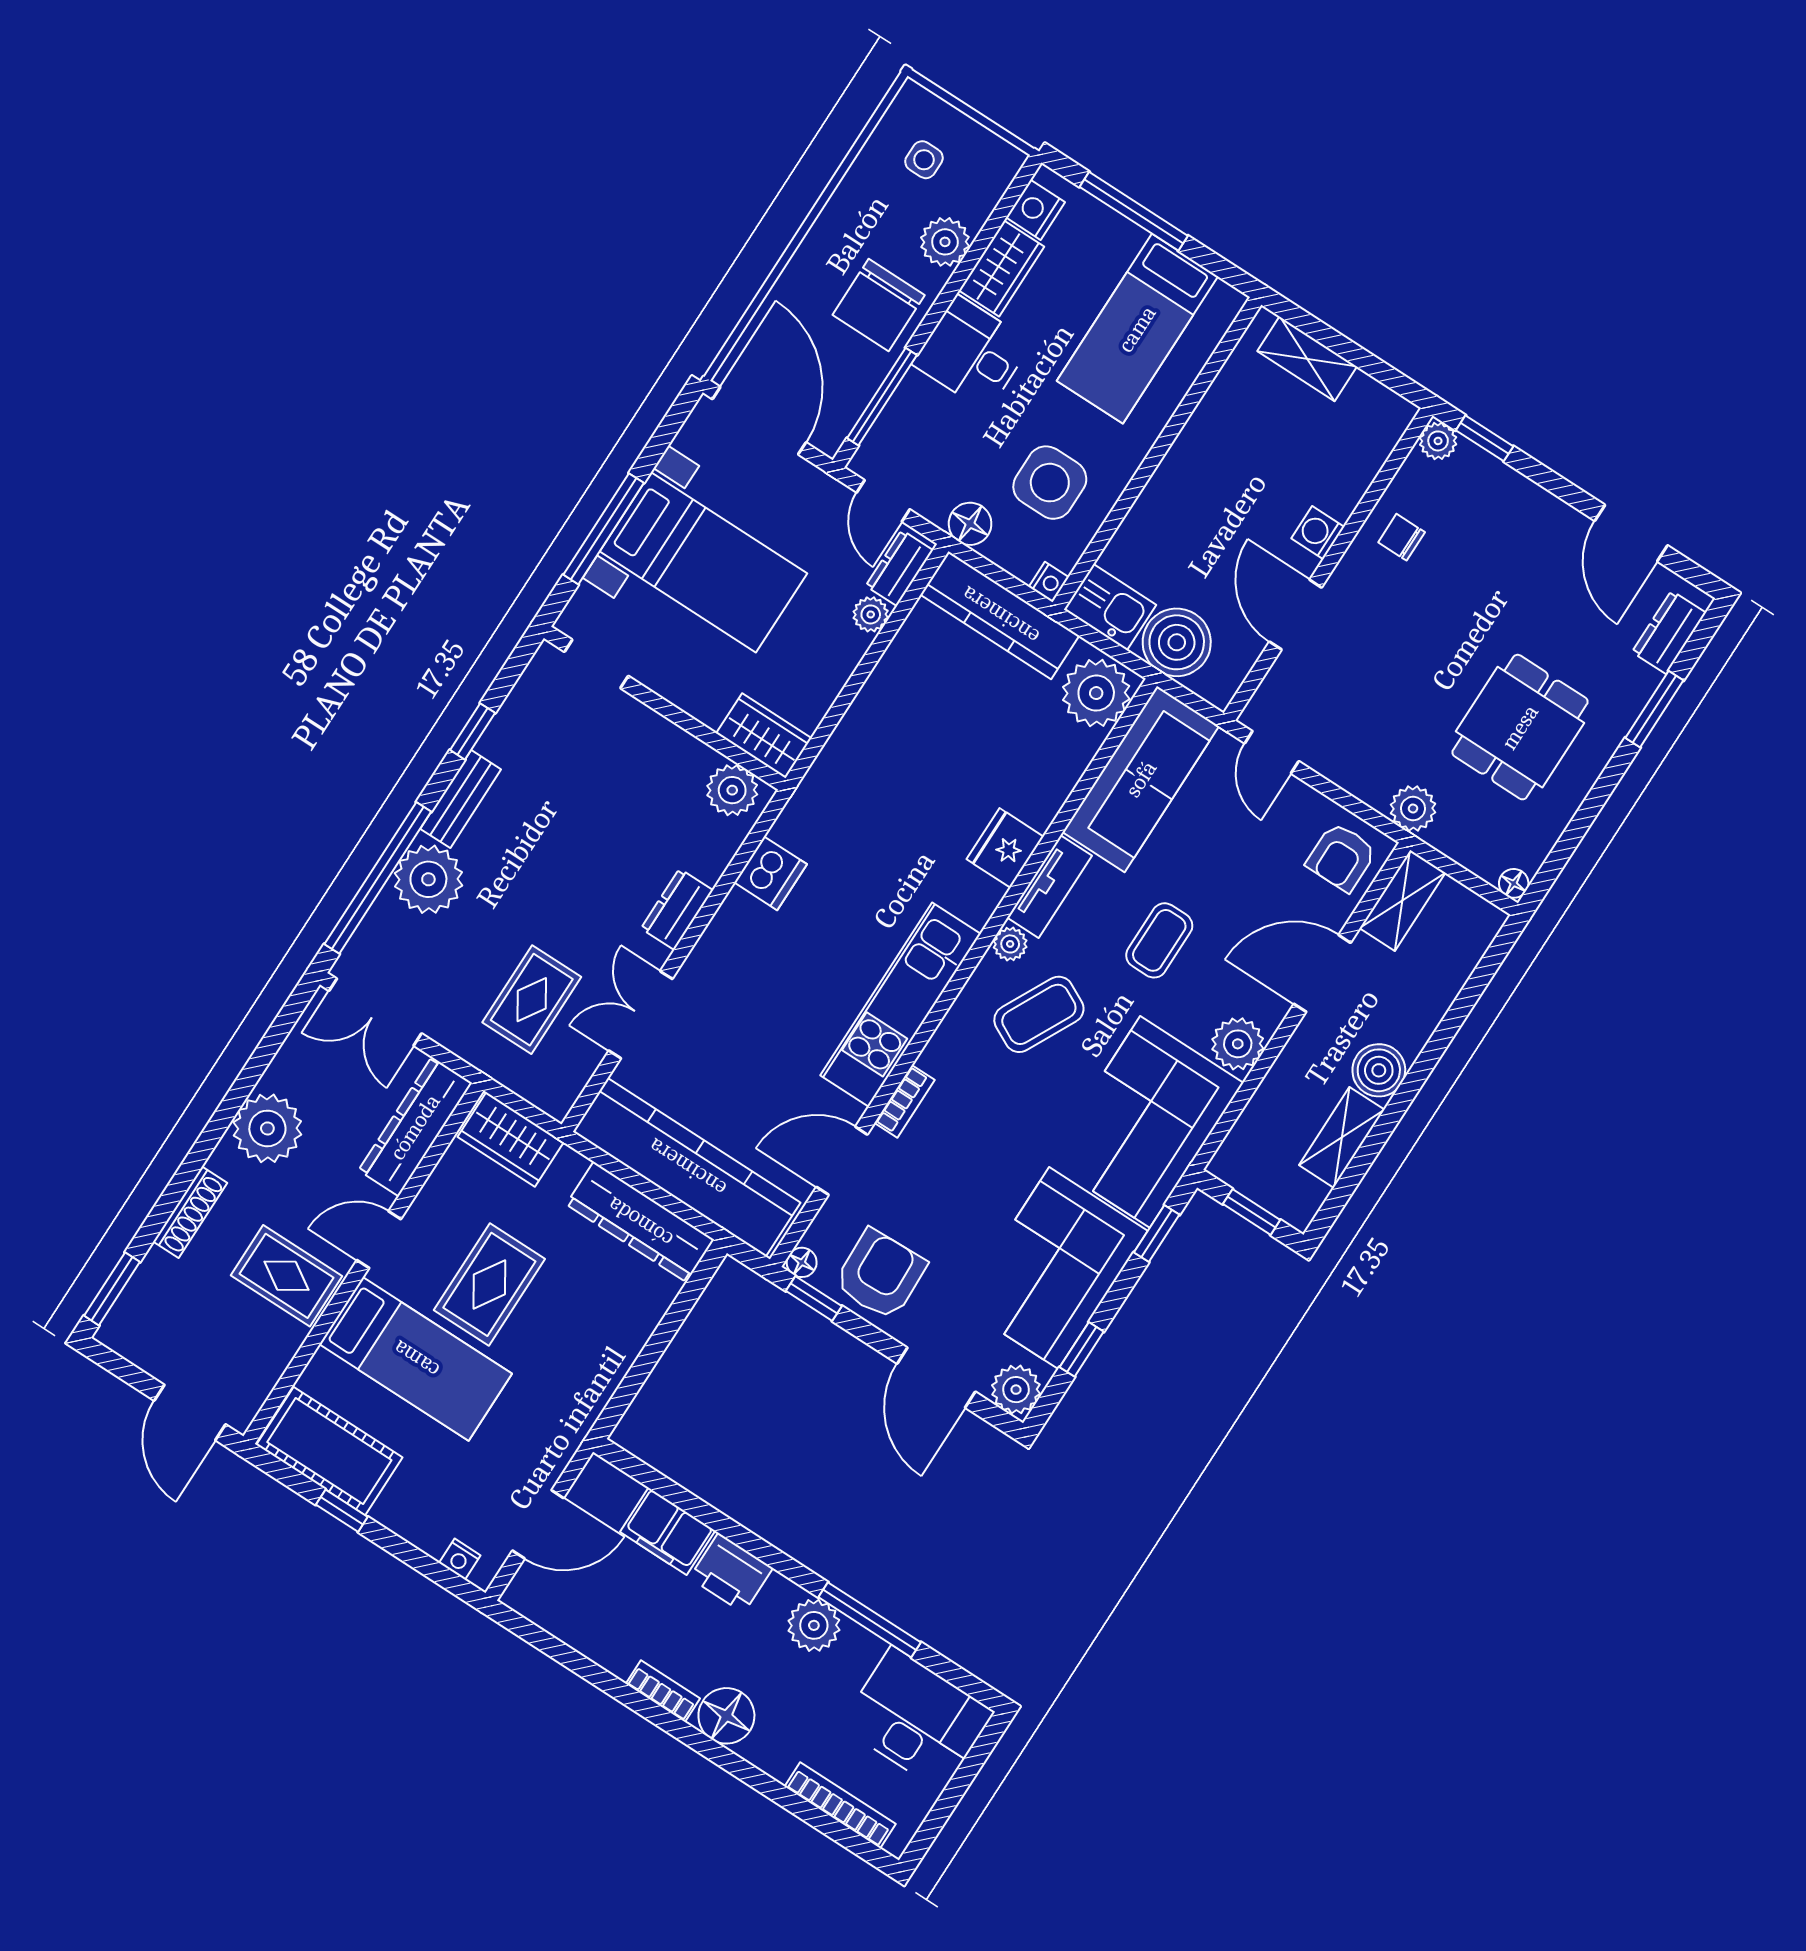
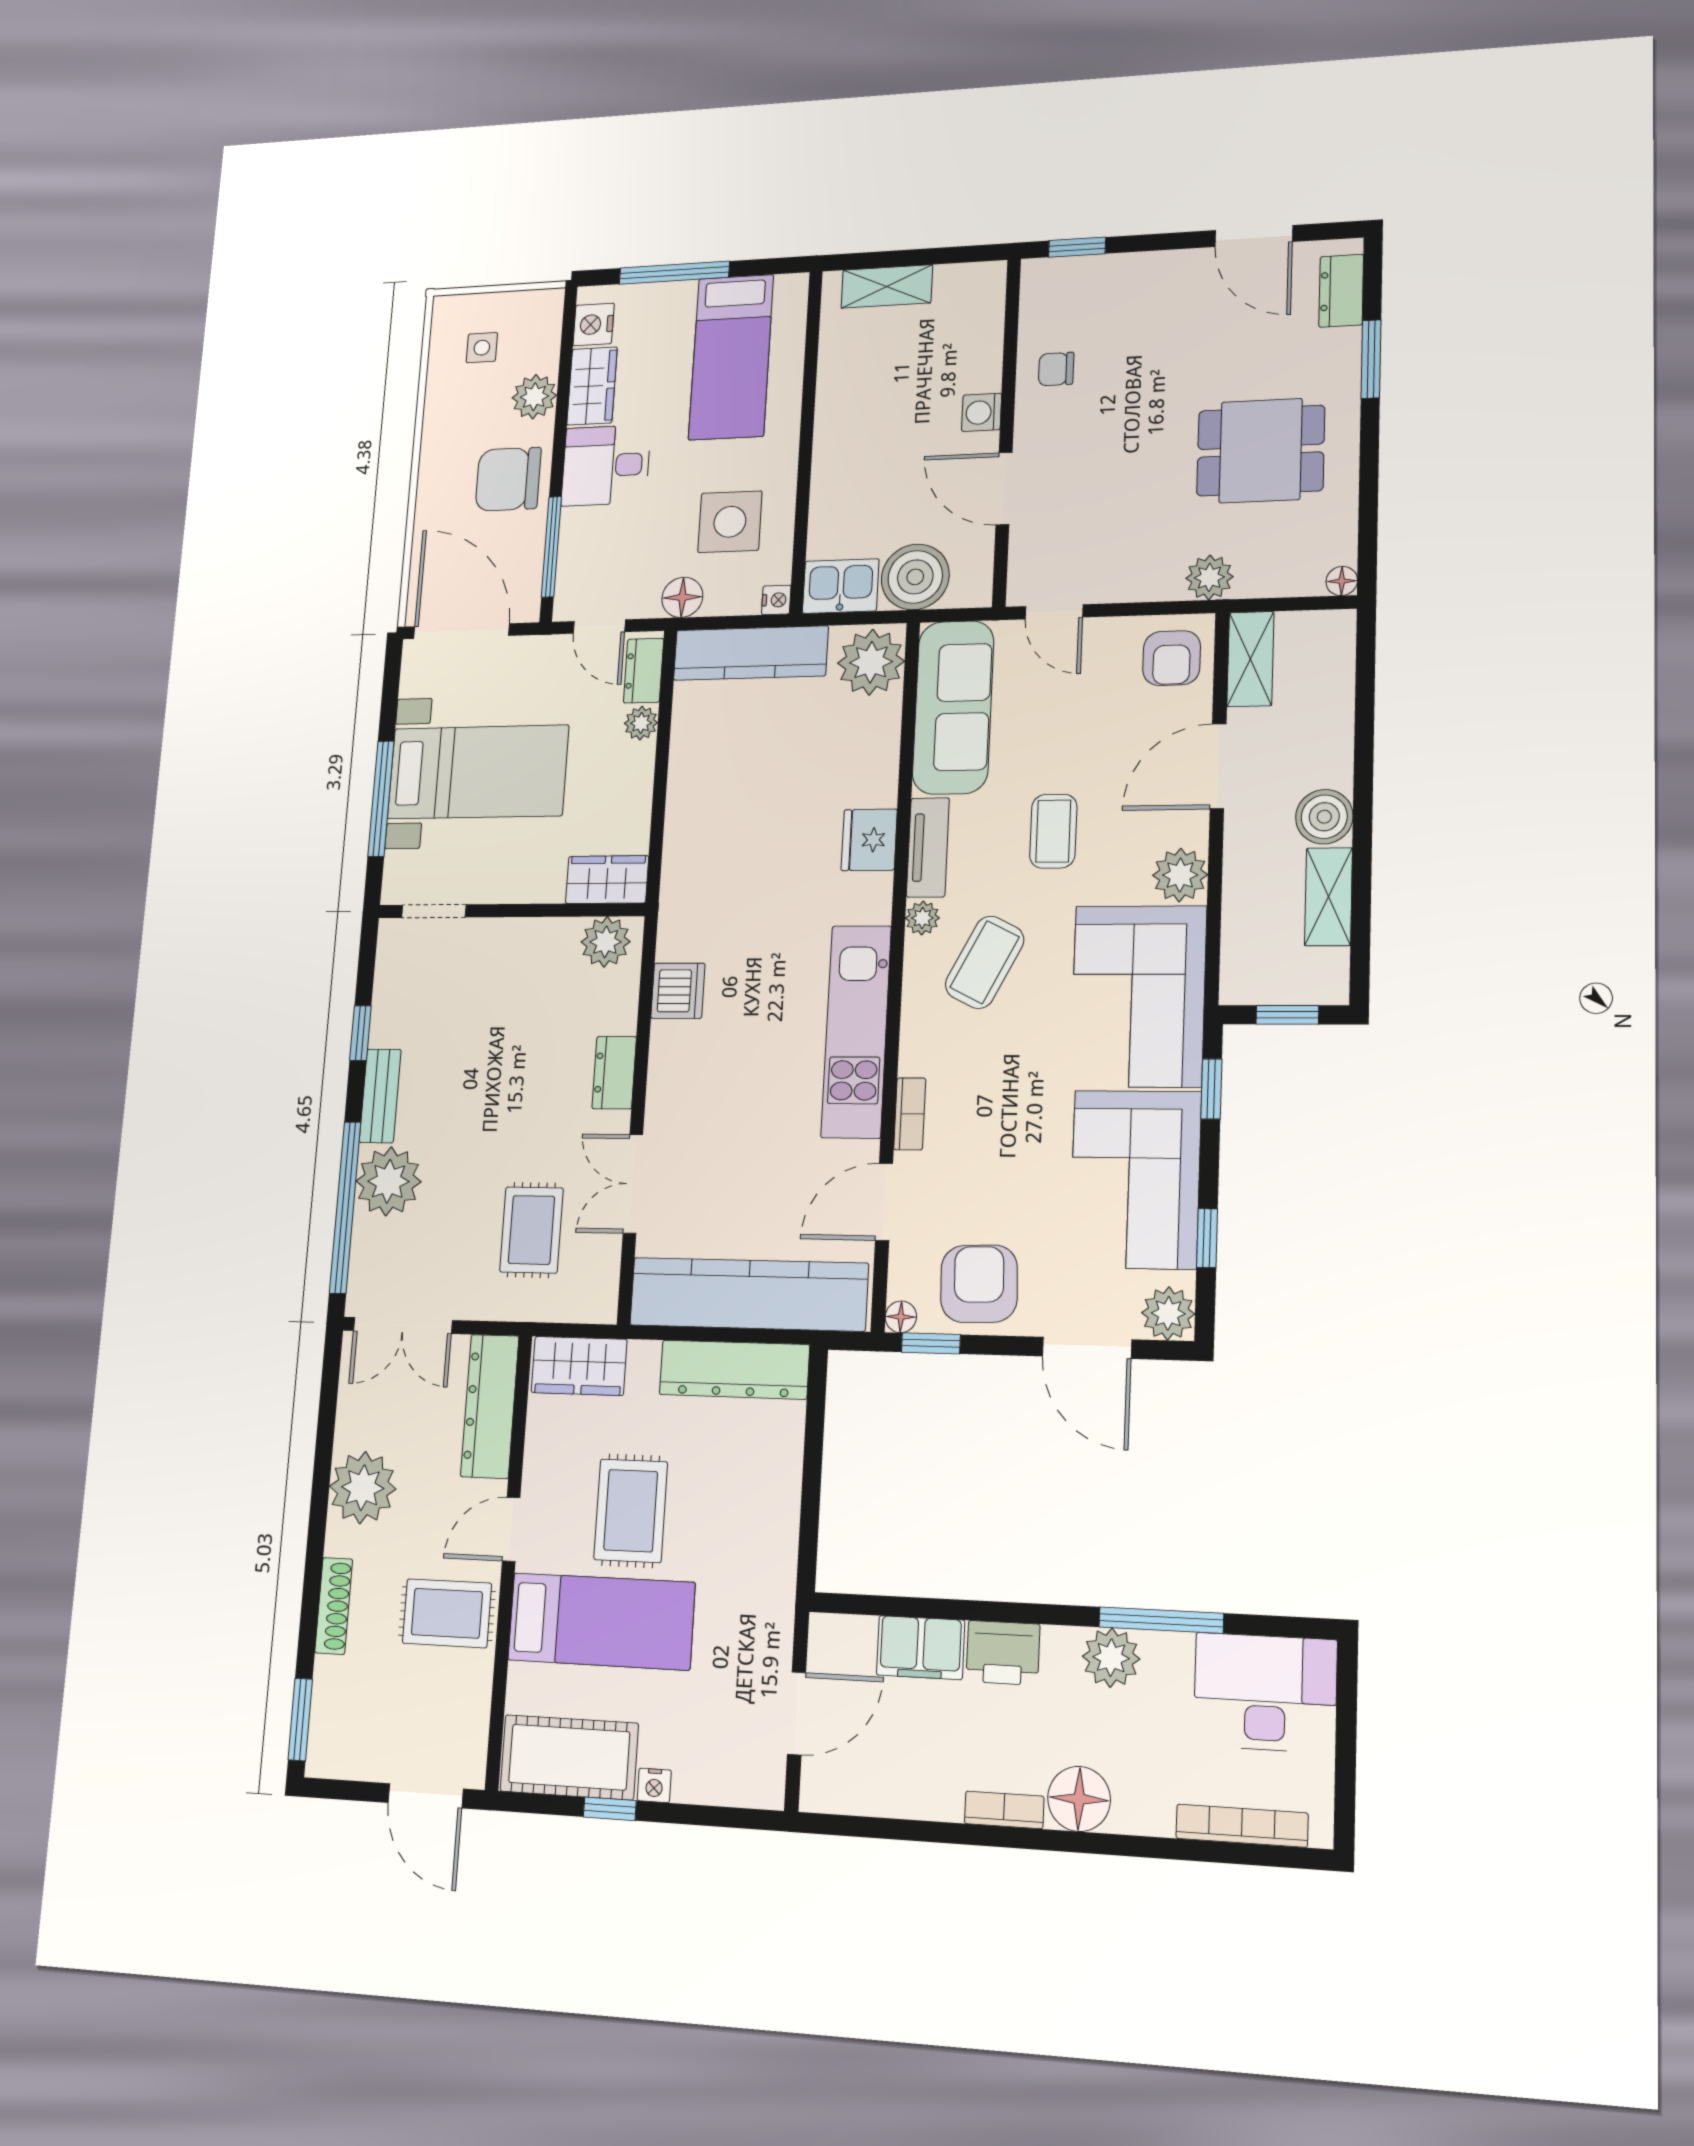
chair: (879, 305) -> (508, 479), turned 90
plant: (1438, 441) -> (1039, 275), removed
dining table: (1520, 727) -> (1261, 451), turned 90
nightstand: (460, 1559) -> (654, 1785), moved

